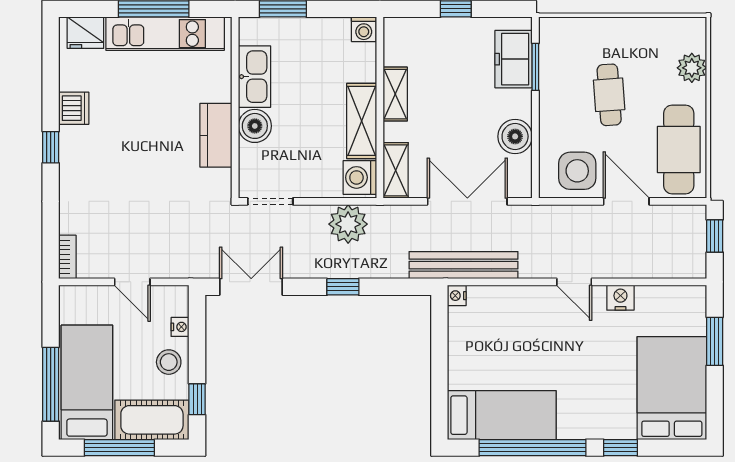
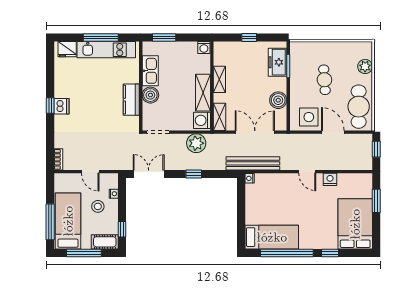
dishwasher: (74, 108) -> (61, 106), moved
stool: (169, 362) -> (98, 206), moved
cot: (152, 420) -> (105, 242), width x0.73, depth x0.75

